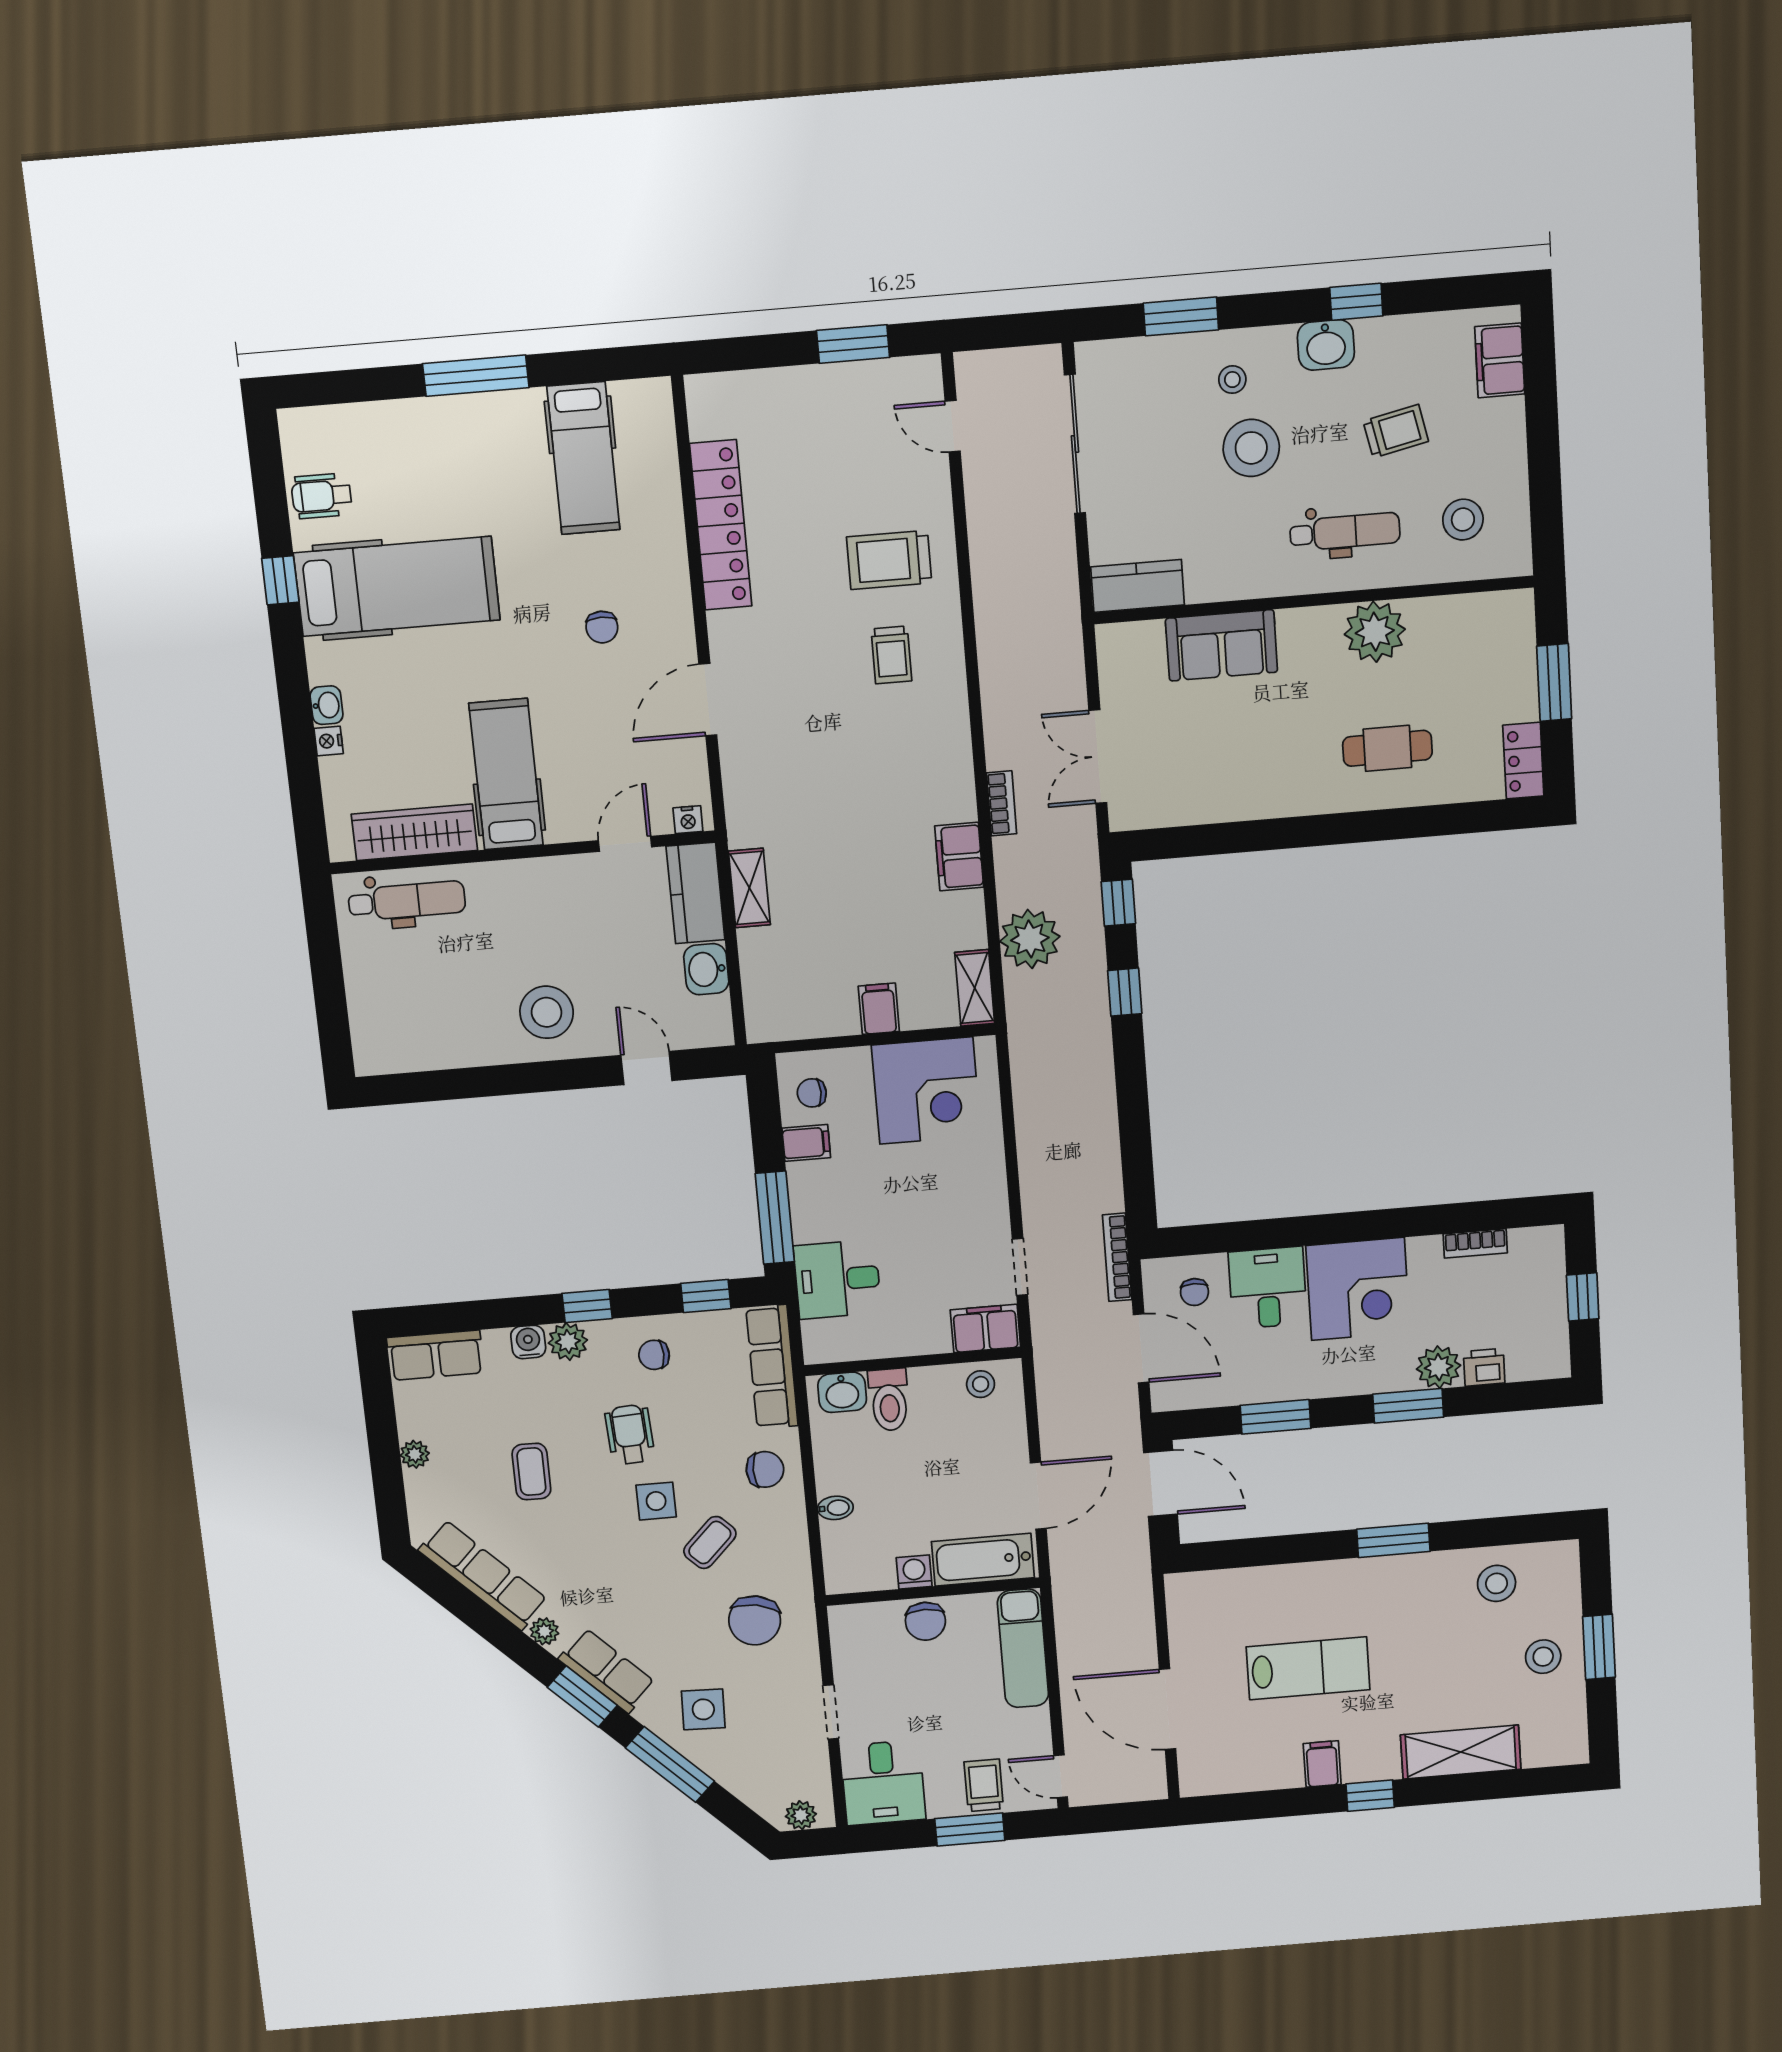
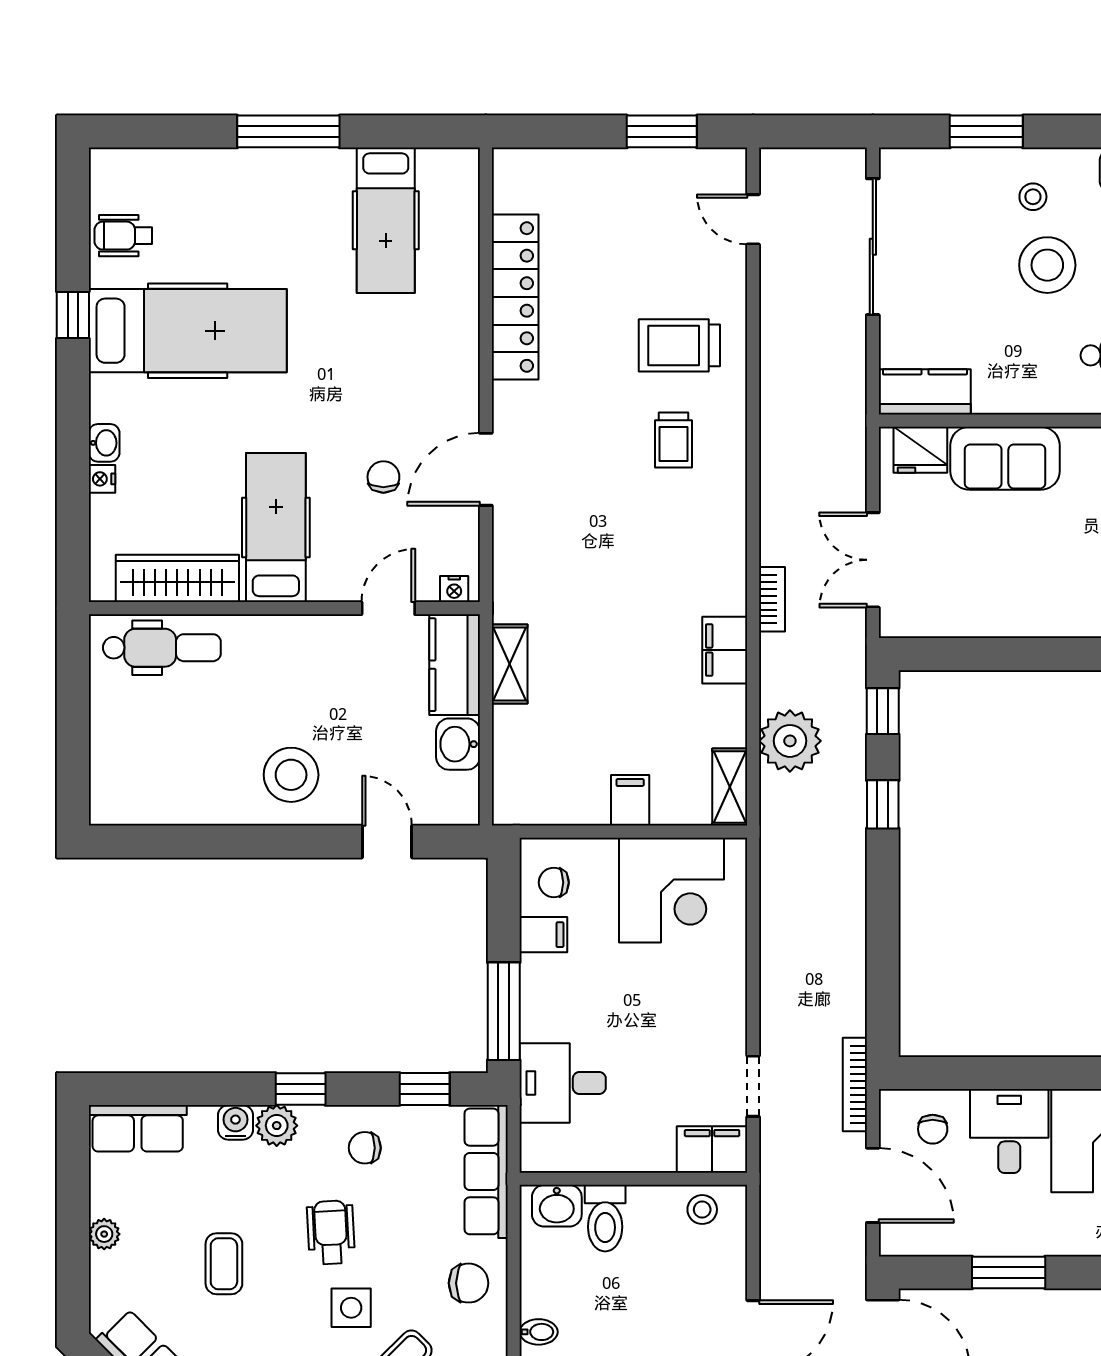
chair: (602, 627) -> (383, 477), moved, turned 180
fridge: (1137, 644) -> (920, 450), added

